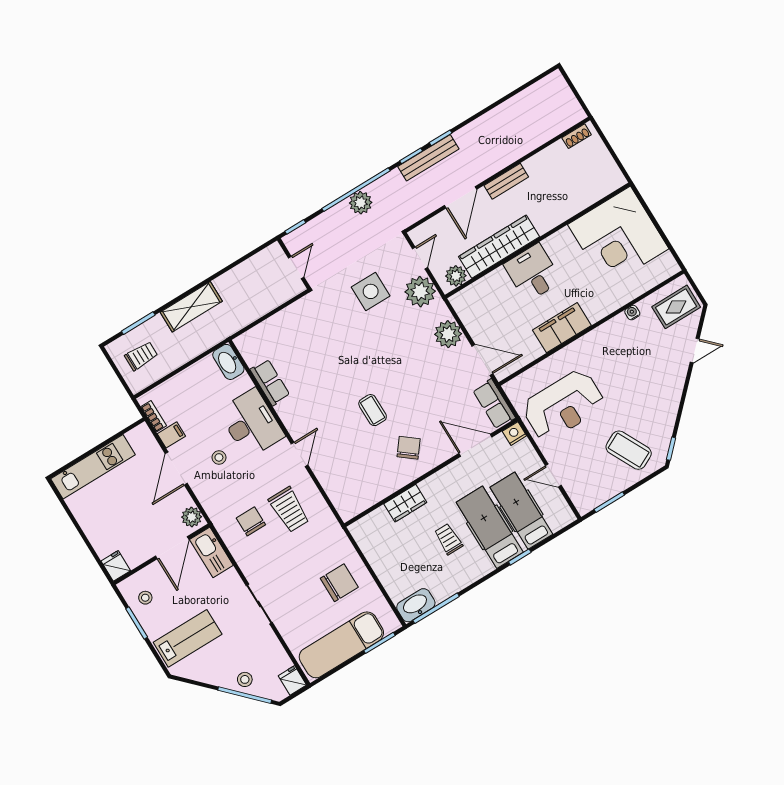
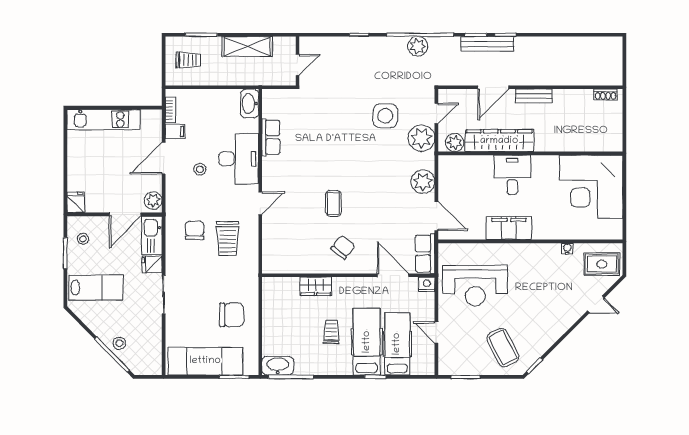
wall: (294, 264) -> (297, 61), moved
door: (296, 268) -> (297, 65), moved
fridge: (292, 680) -> (152, 264), moved, turned -90

